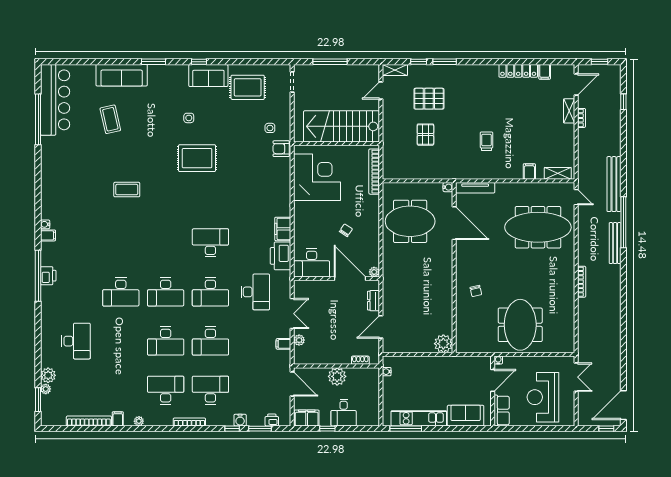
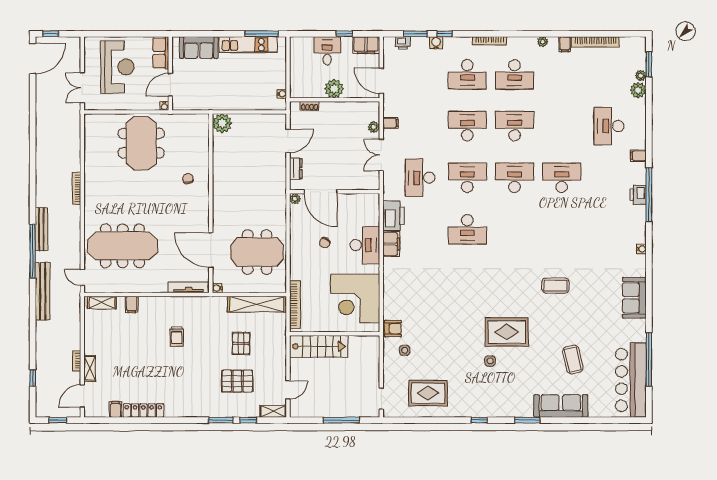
sofa: (208, 76) -> (634, 298), moved, turned -90
stairs: (342, 126) -> (319, 346), width x0.73, depth x0.66
rug: (197, 158) -> (507, 332), moved
shelving: (410, 172) -> (257, 304), added
filing cabinet: (48, 235) -> (638, 156), moved
desk: (312, 263) -> (365, 245), moved, turned 90

